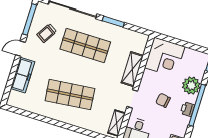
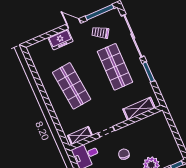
corner desk: (165, 57) -> (155, 129), removed
shelving: (132, 69) -> (139, 109), moved
freezer: (23, 75) -> (60, 39), width x0.71

